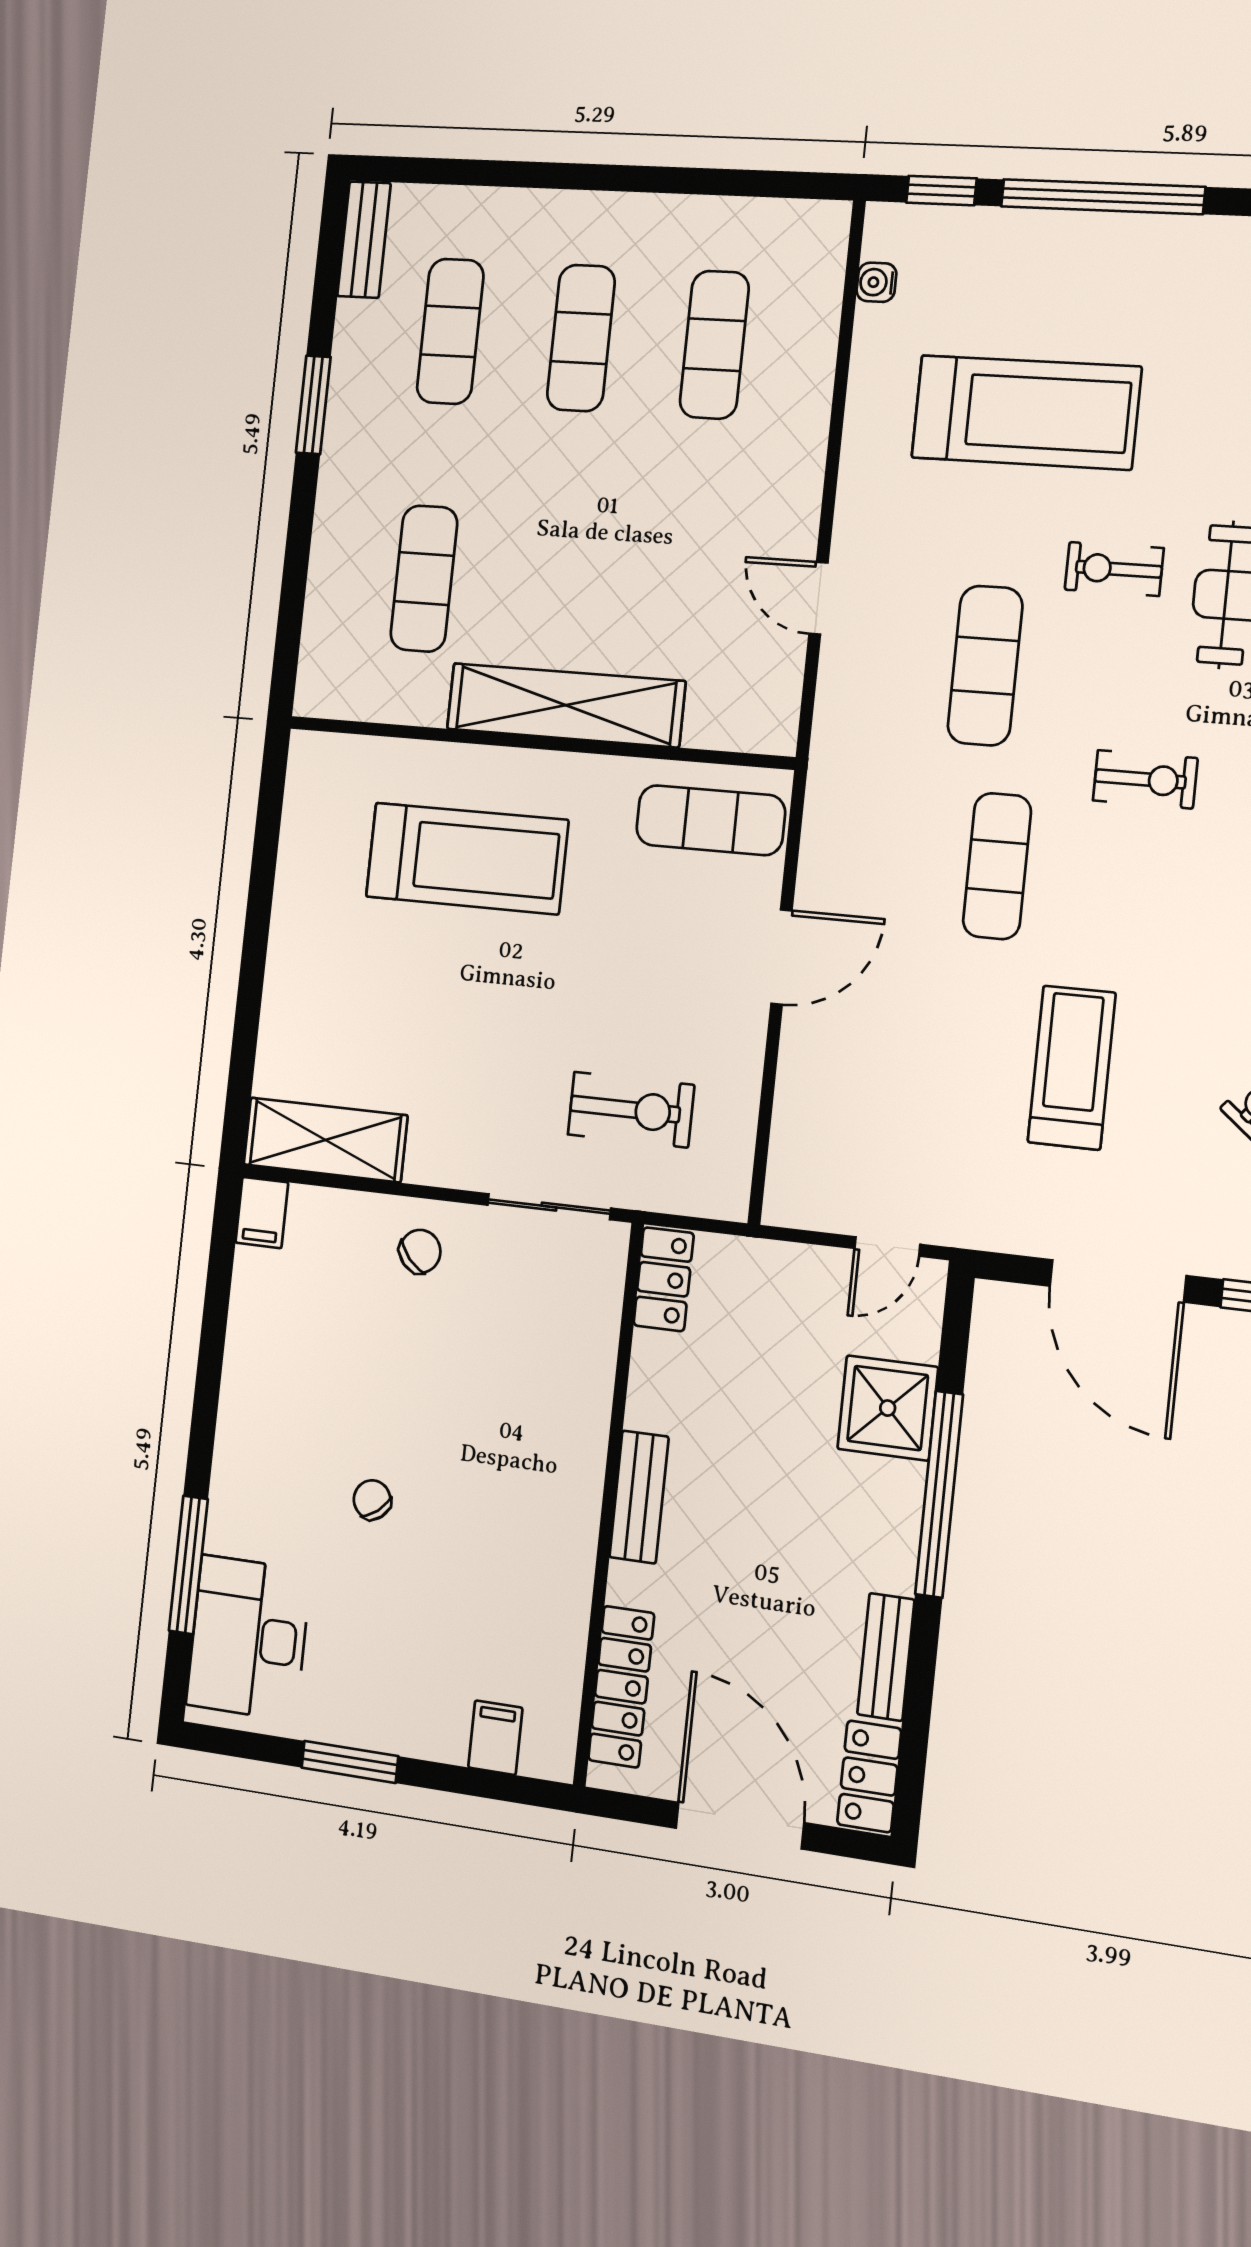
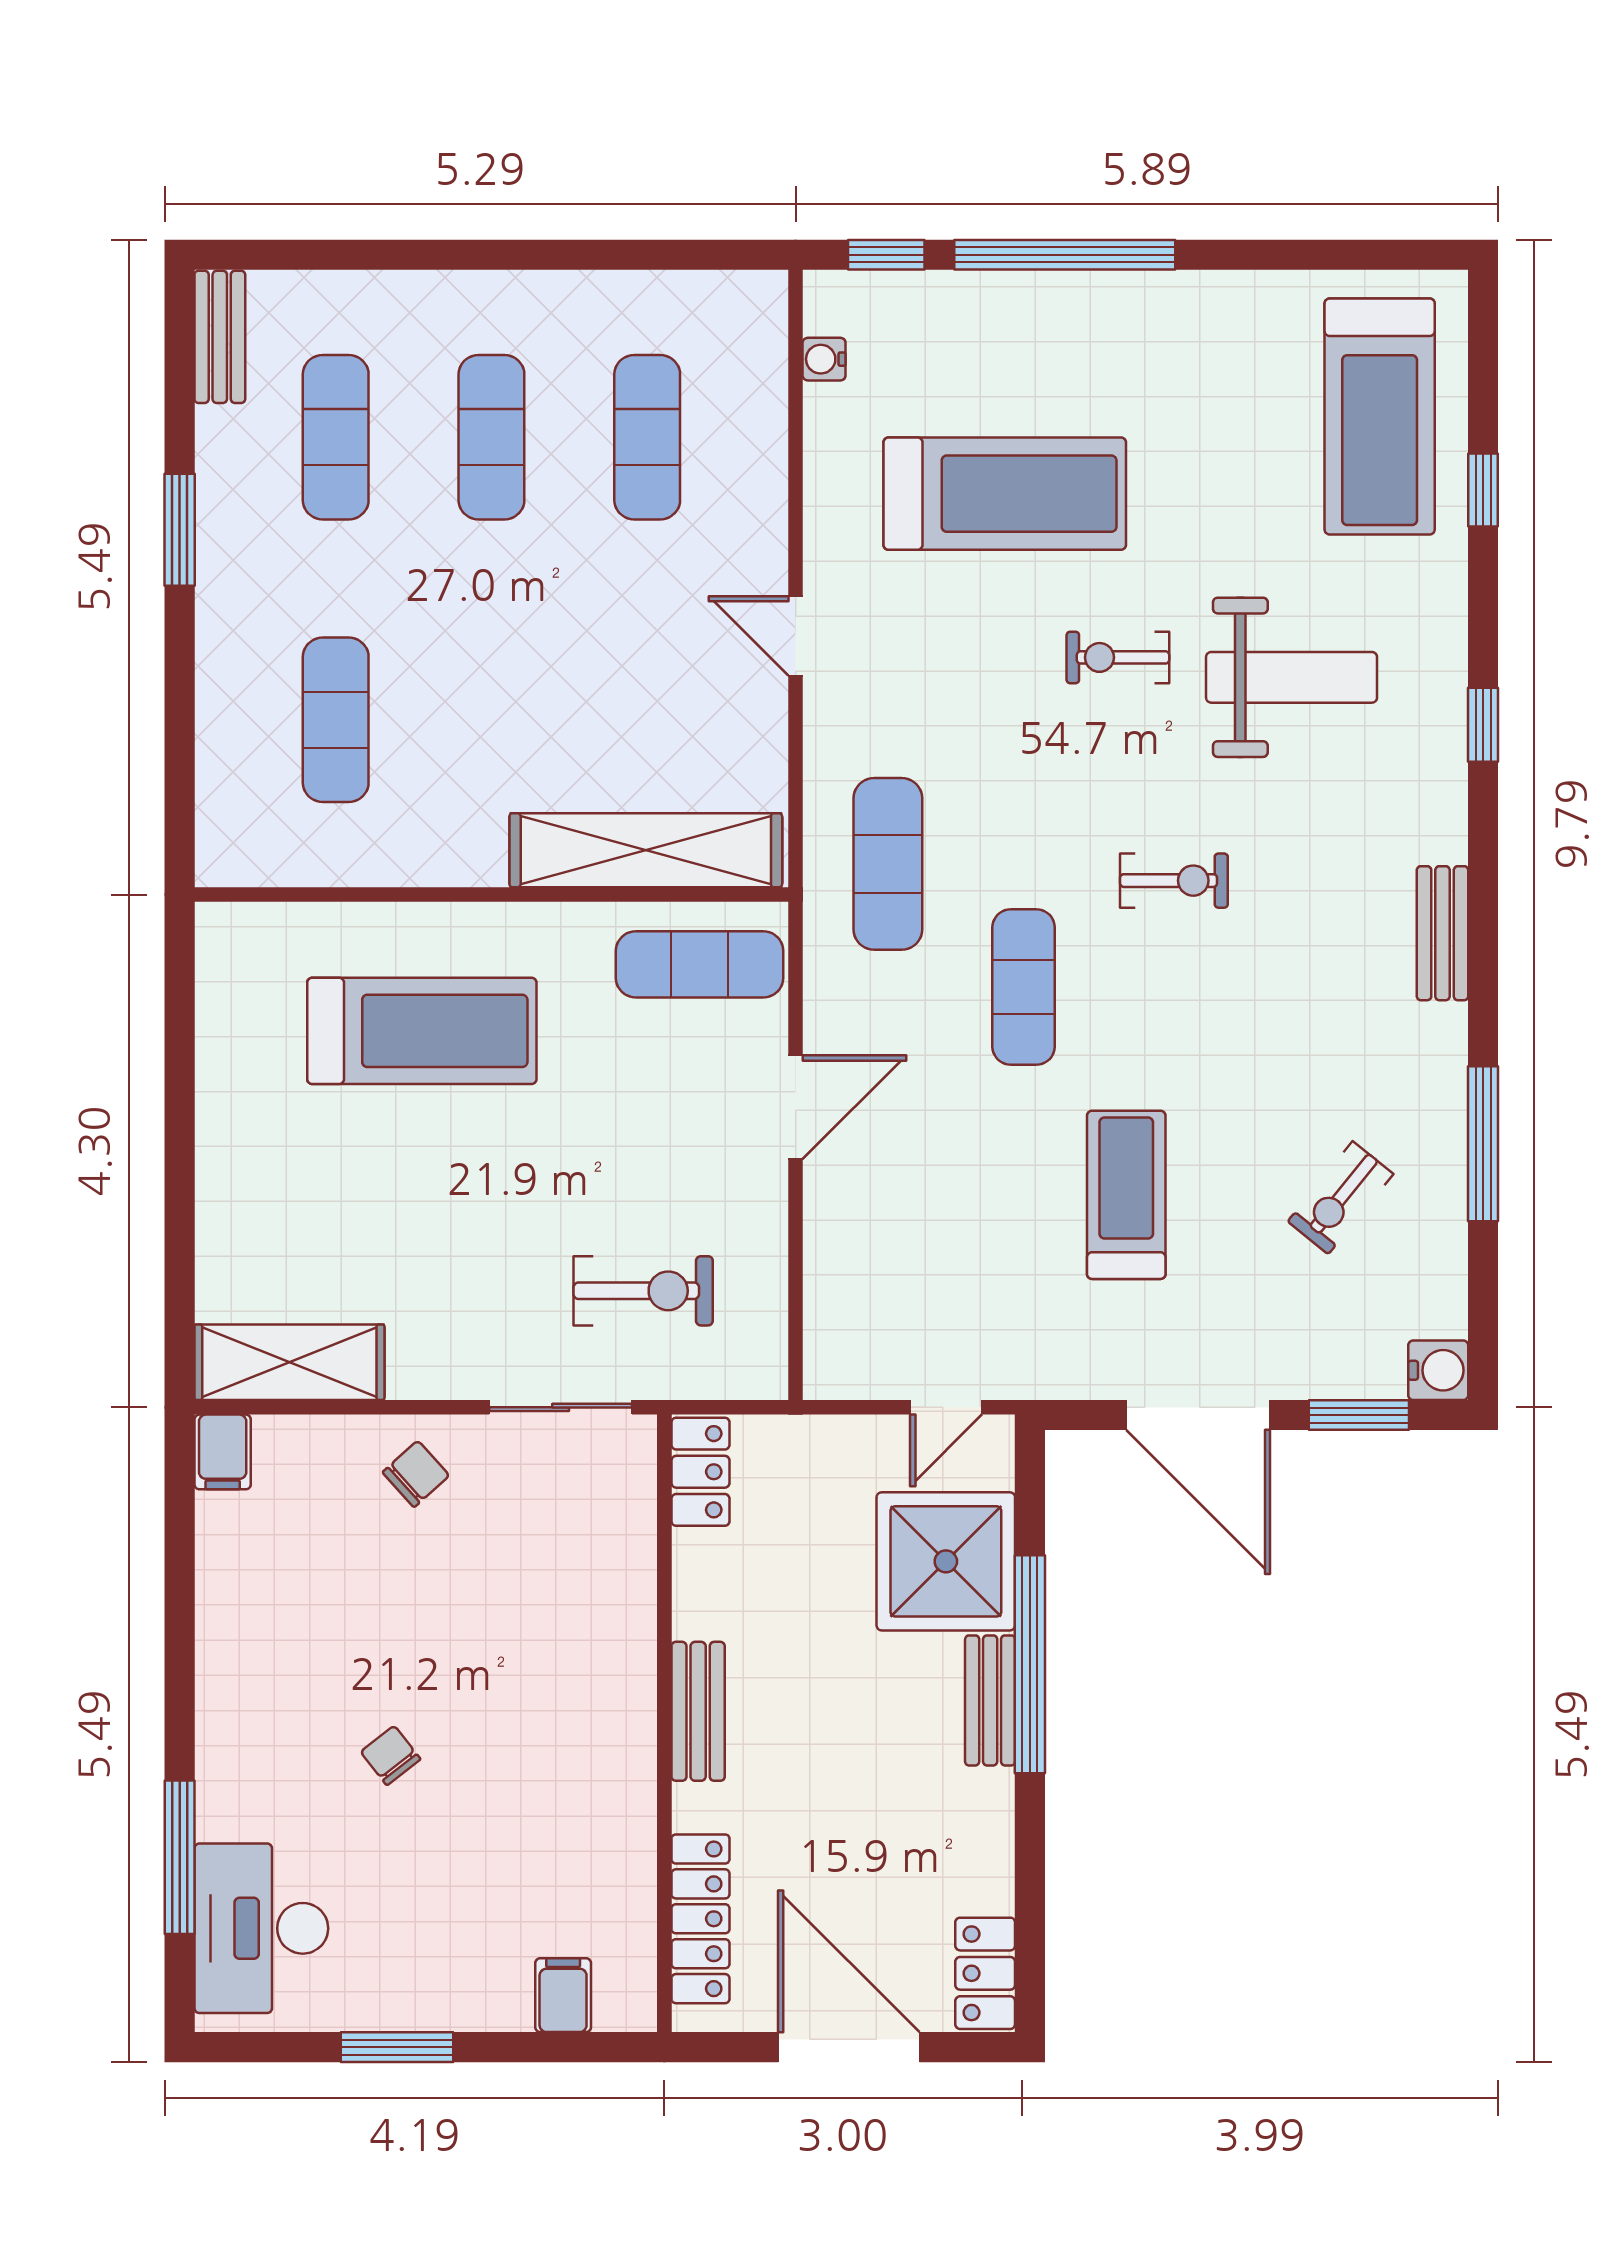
door: (818, 598) -> (796, 636), moved
exercise mat: (985, 666) -> (888, 864), moved
shelving: (566, 705) -> (646, 850), moved
shower: (888, 1408) -> (946, 1561), width x1.37, depth x1.37
bench: (886, 1657) -> (990, 1700), moved

